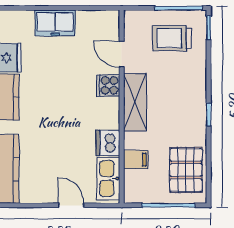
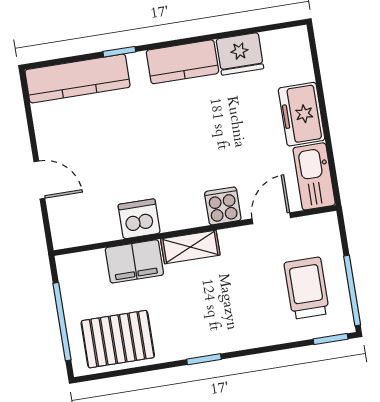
shelving: (135, 102) -> (190, 247), width x0.67, depth x0.75
filing cabinet: (136, 160) -> (134, 261), width x2.00
kitchen sink: (108, 178) -> (314, 176), moved, turned -90
door: (71, 205) -> (39, 180), hinge flipped

